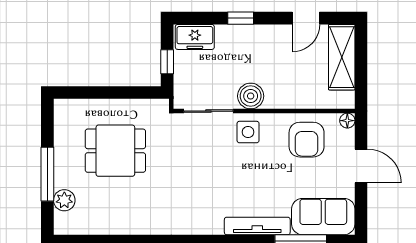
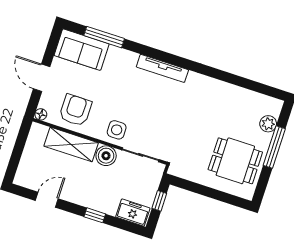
shelving: (342, 57) -> (71, 144), moved, turned 90
dining table: (115, 151) -> (235, 161), moved
tv unit: (257, 226) -> (162, 68), moved

